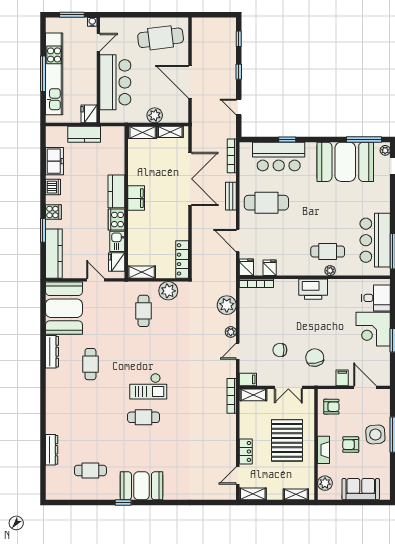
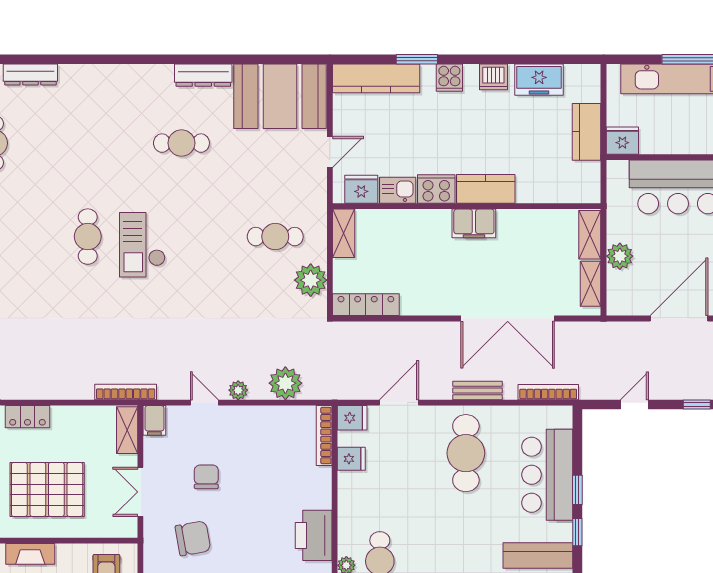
window: (311, 139) -> (577, 532), added

